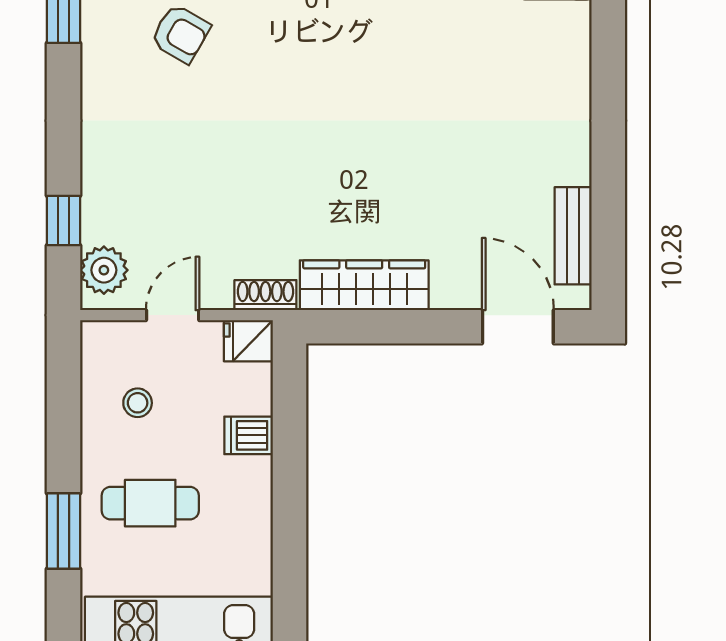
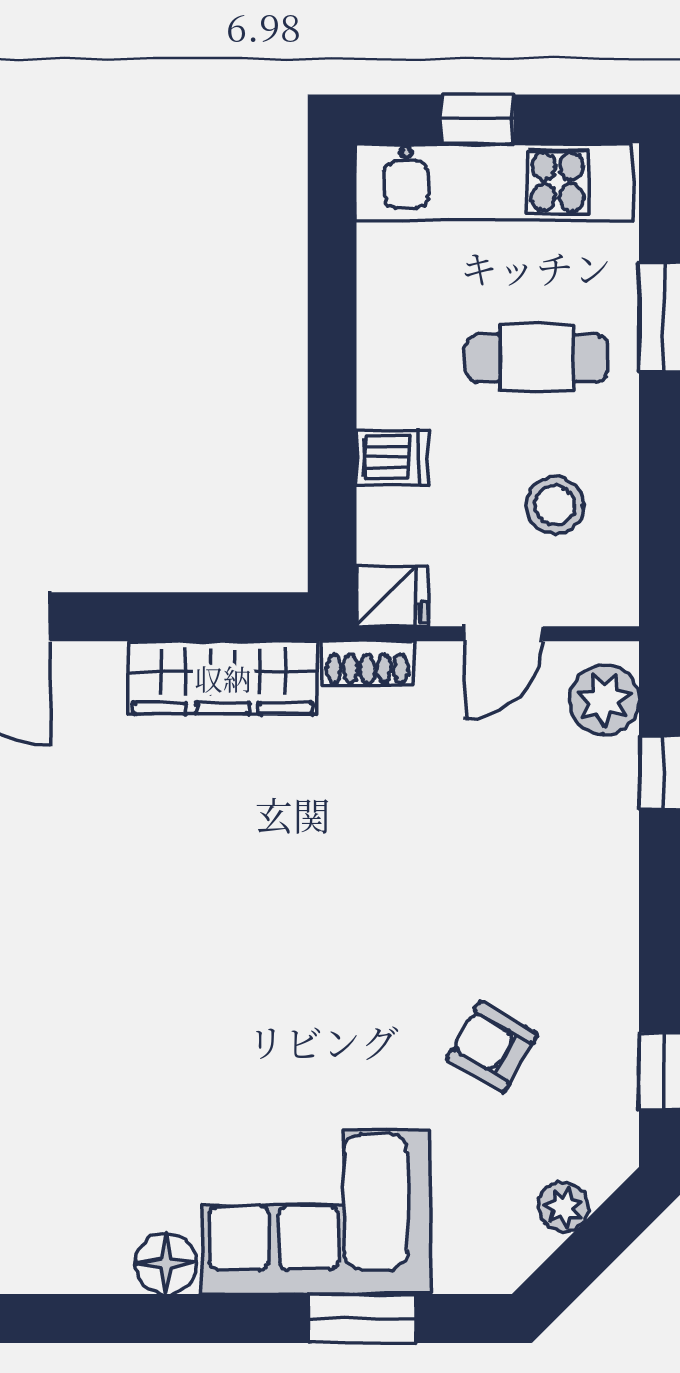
stool: (138, 403) -> (555, 505), width x1.37, depth x1.37

